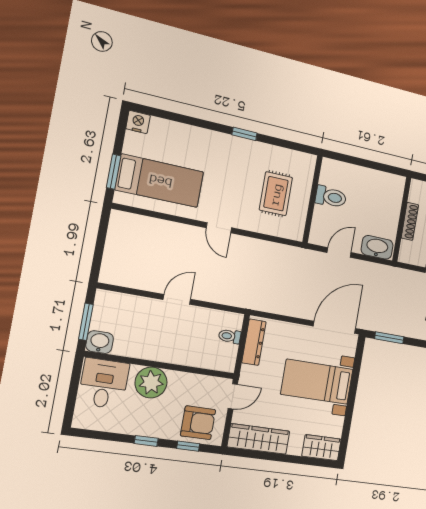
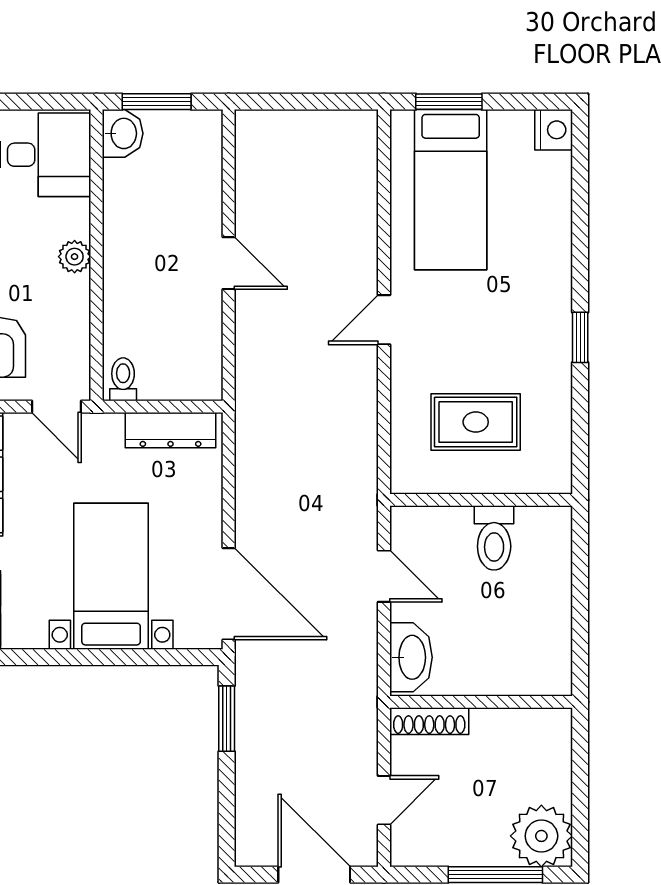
shoe rack: (410, 221) -> (429, 721), moved
toilet: (230, 336) -> (123, 379), moved
plant: (151, 383) -> (75, 257), width x0.53, depth x0.53

